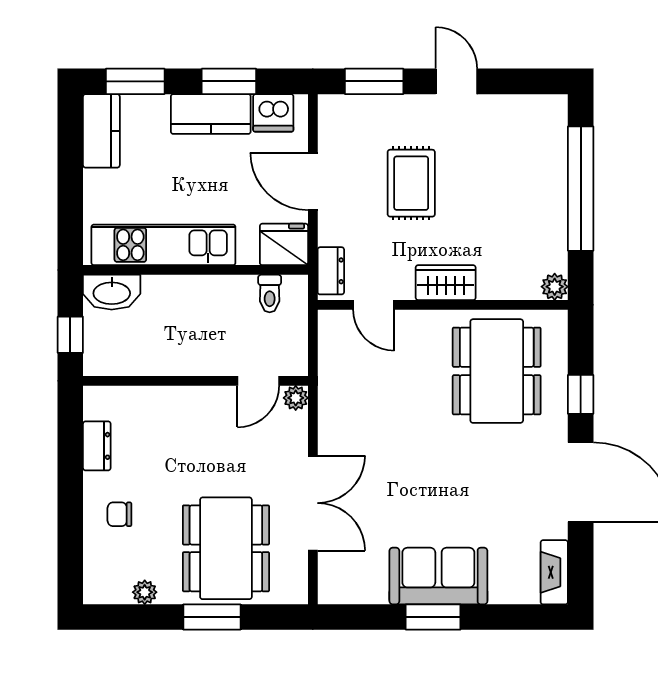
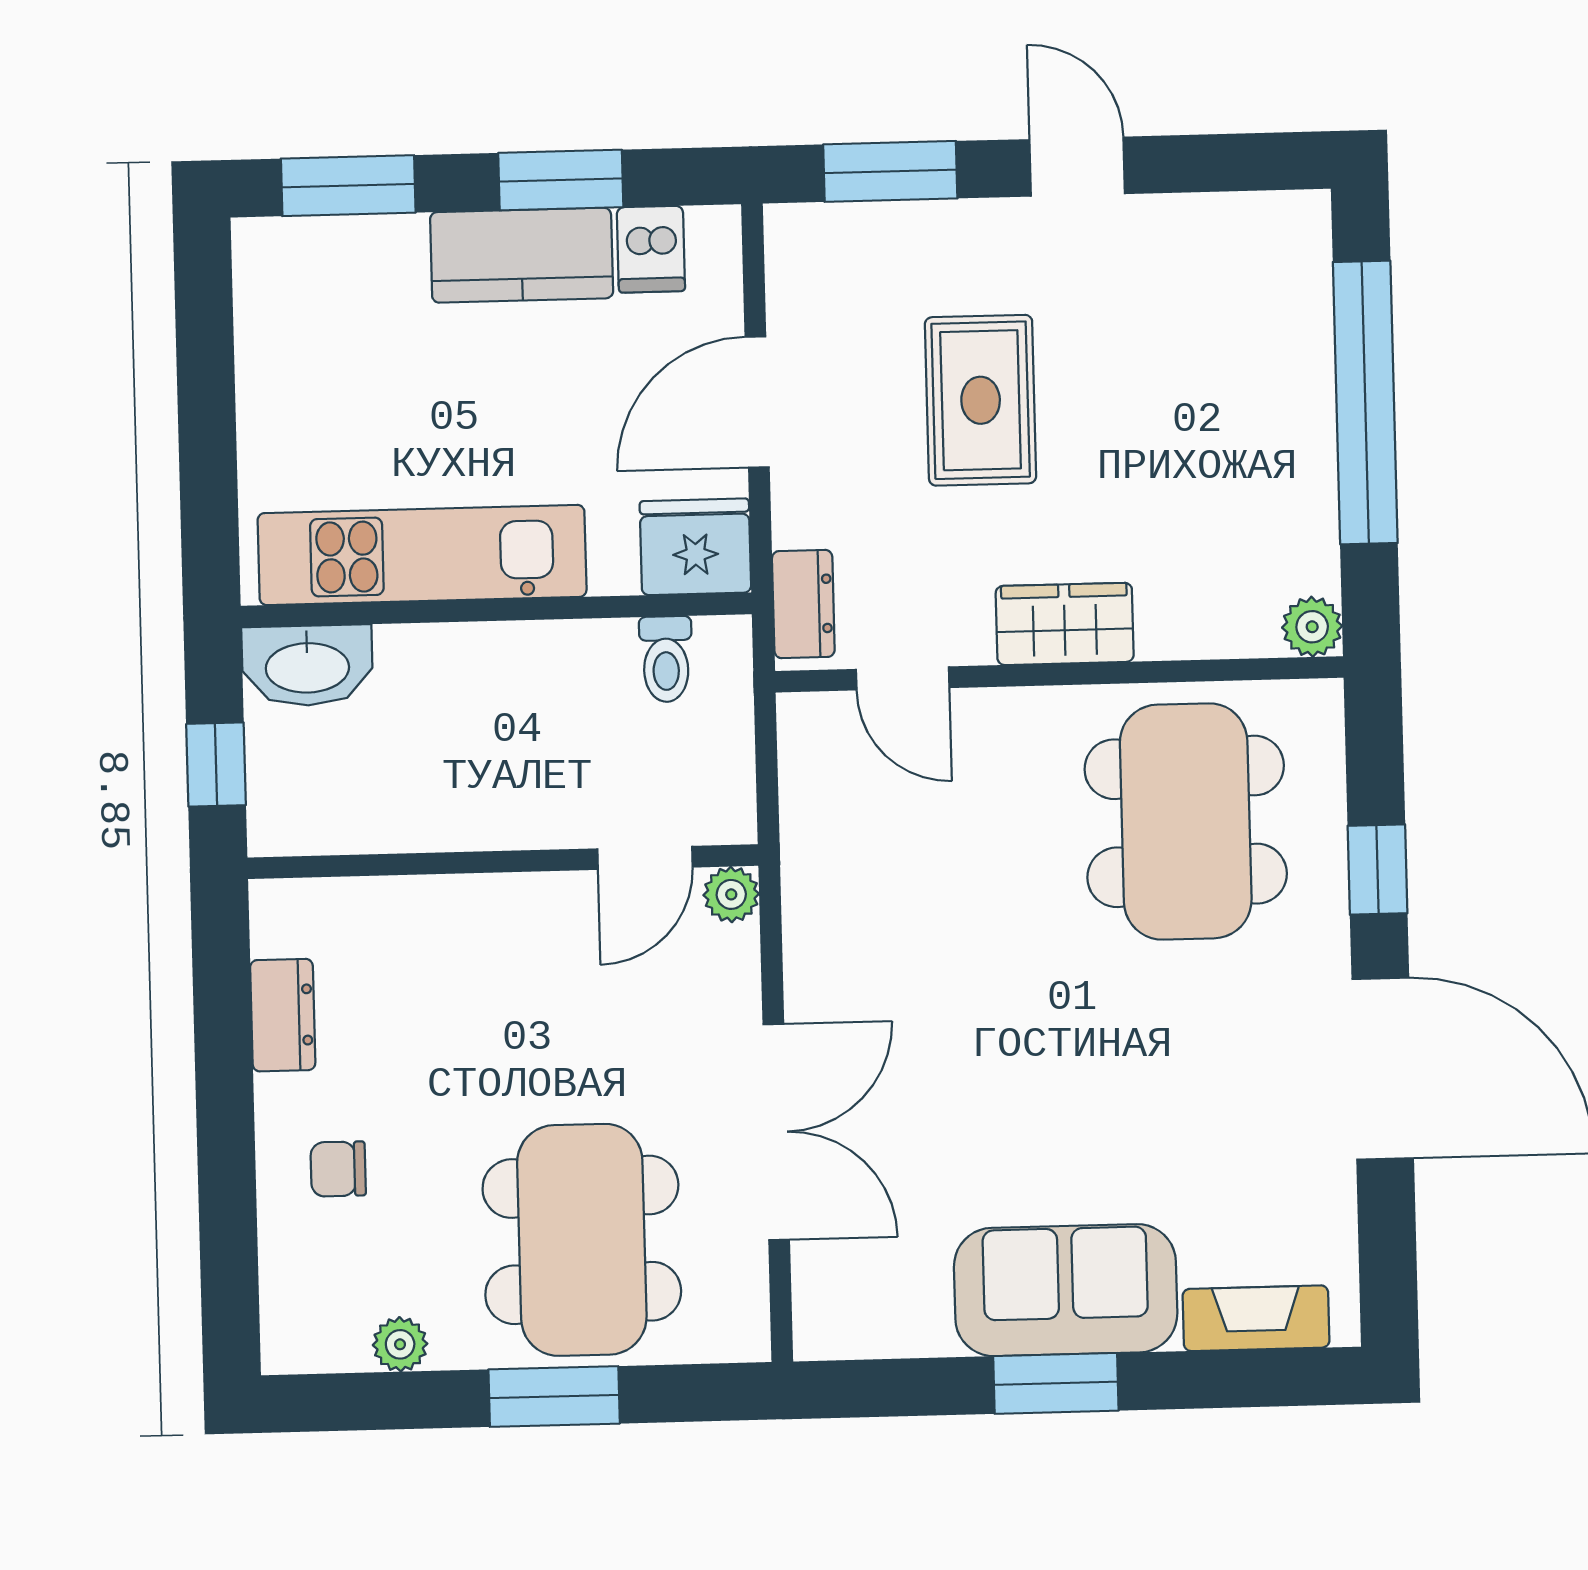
dishwasher: (273, 113) -> (651, 249), width x0.73
kitchen counter: (101, 131) -> (274, 300), removed
door: (313, 181) -> (757, 402), hinge flipped
fireplace: (554, 572) -> (1256, 1318), moved, turned 90

